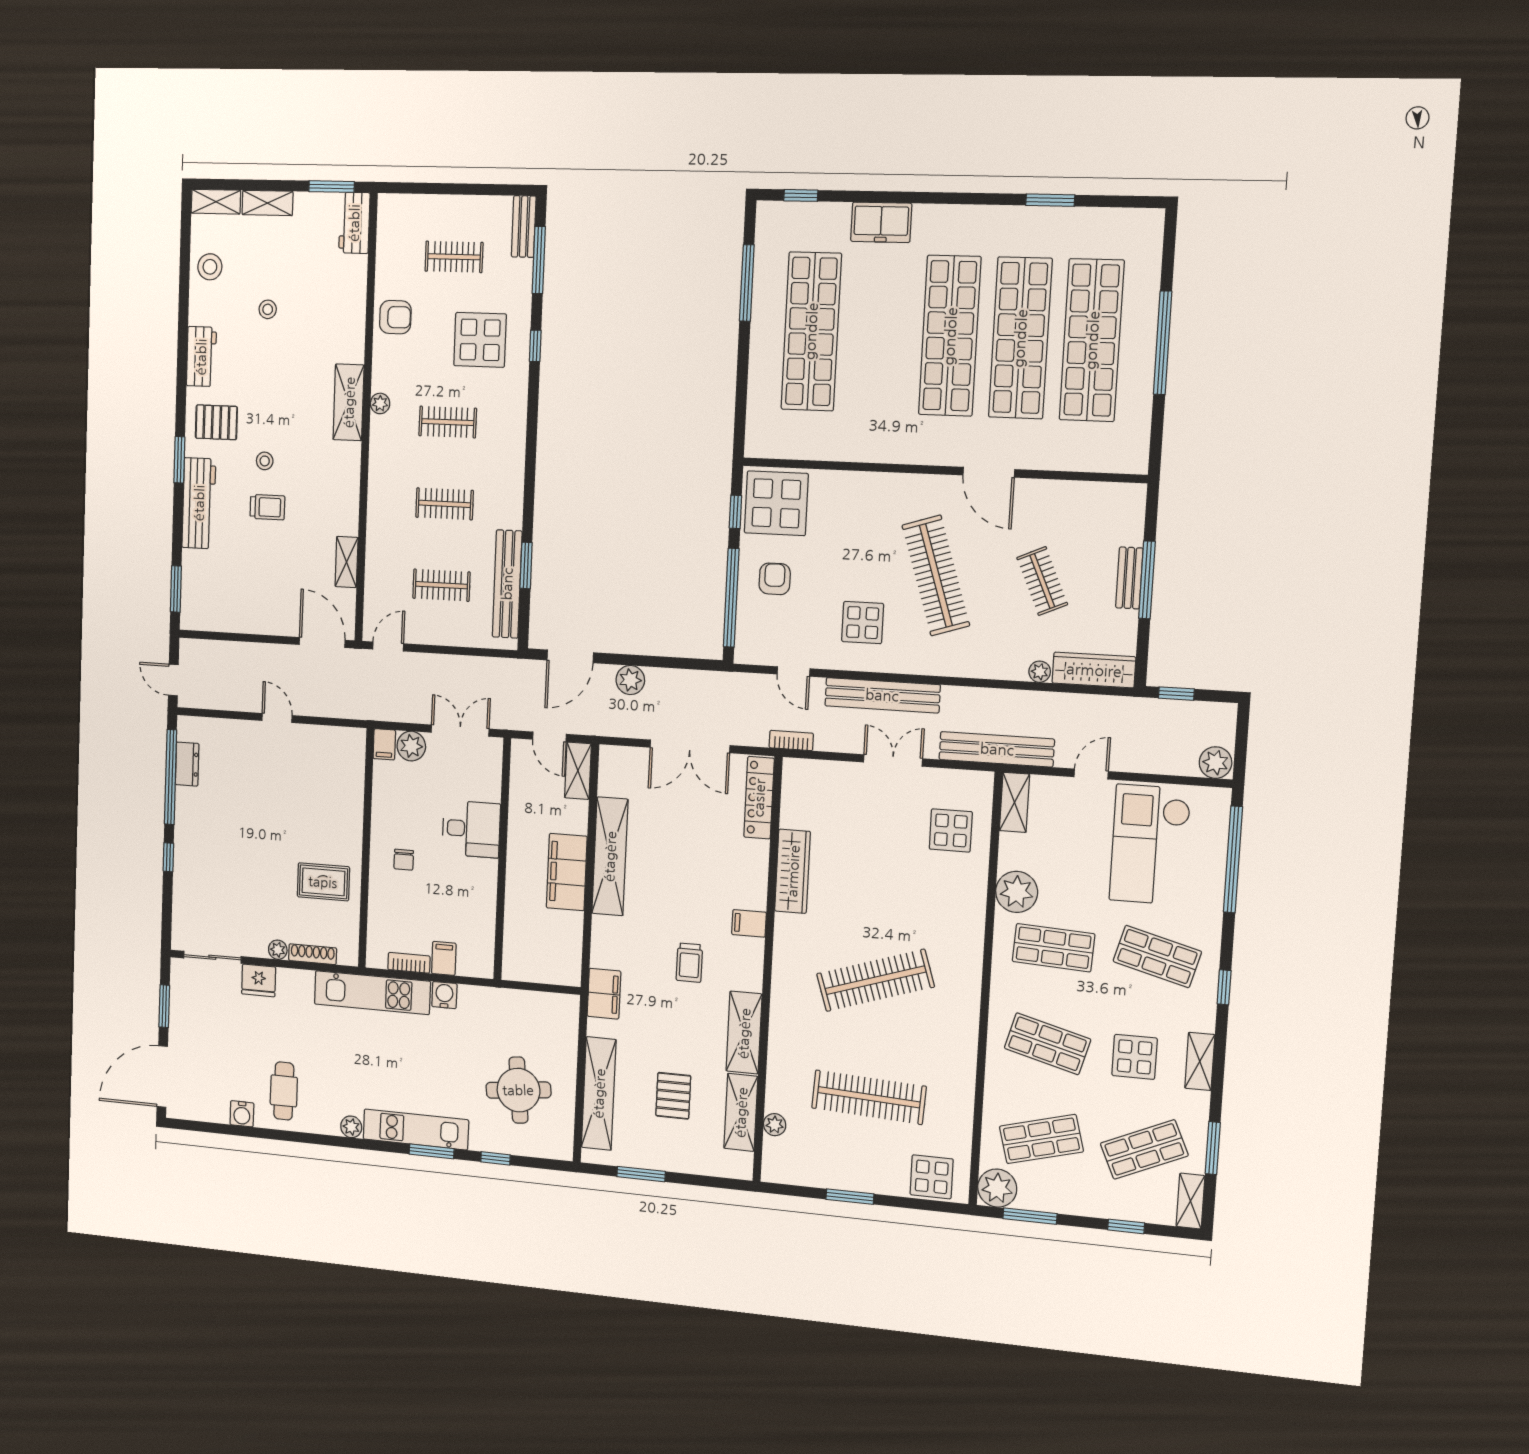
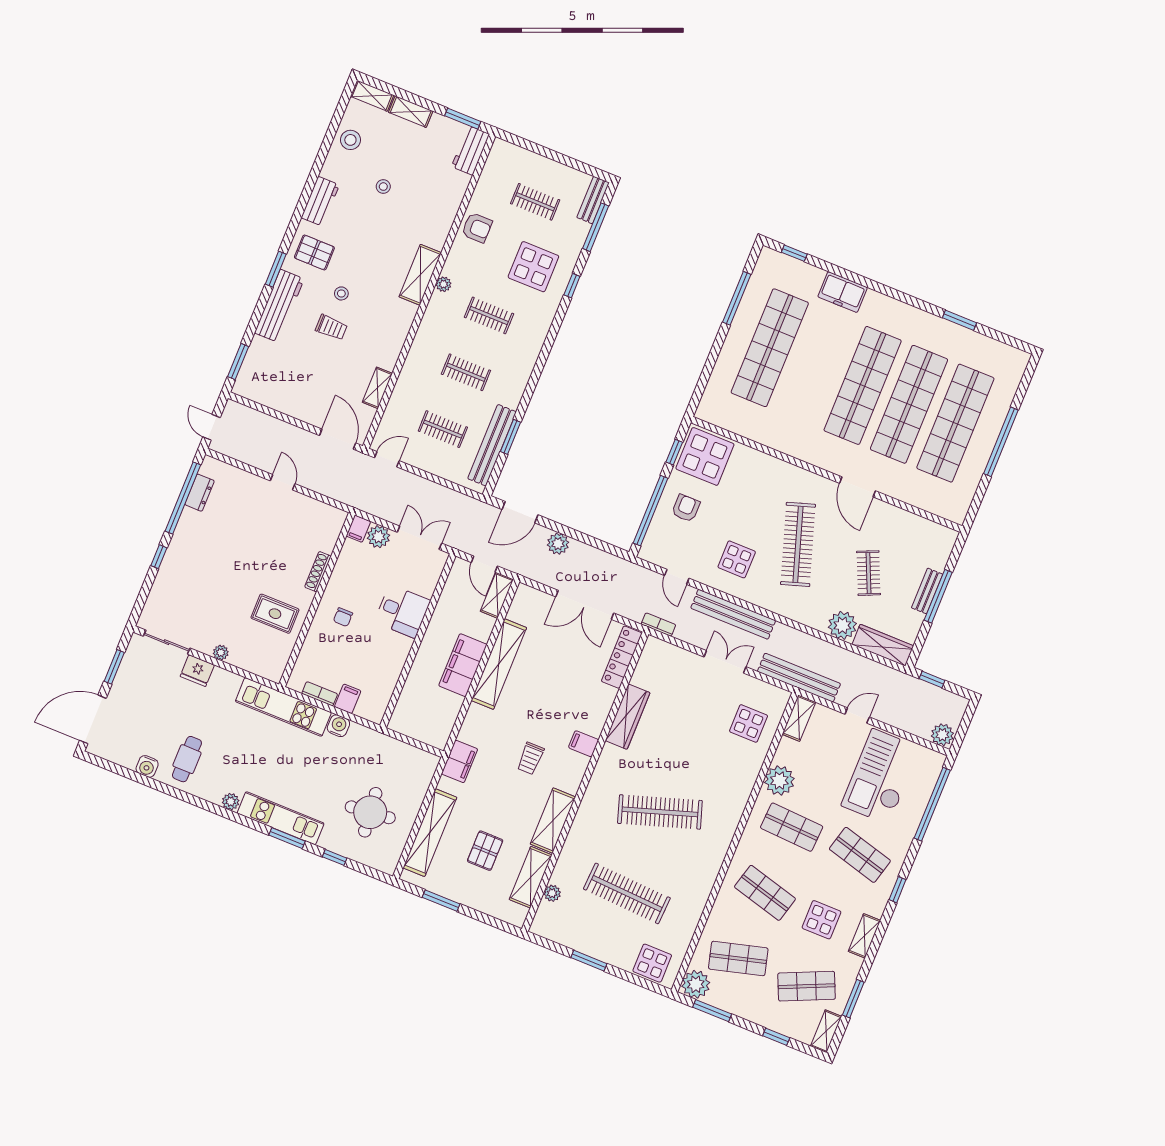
plant: (1040, 672) -> (842, 625), width x1.88, depth x1.88
shoe rack: (313, 954) -> (318, 572), moved, turned -90

